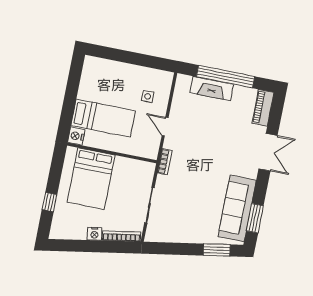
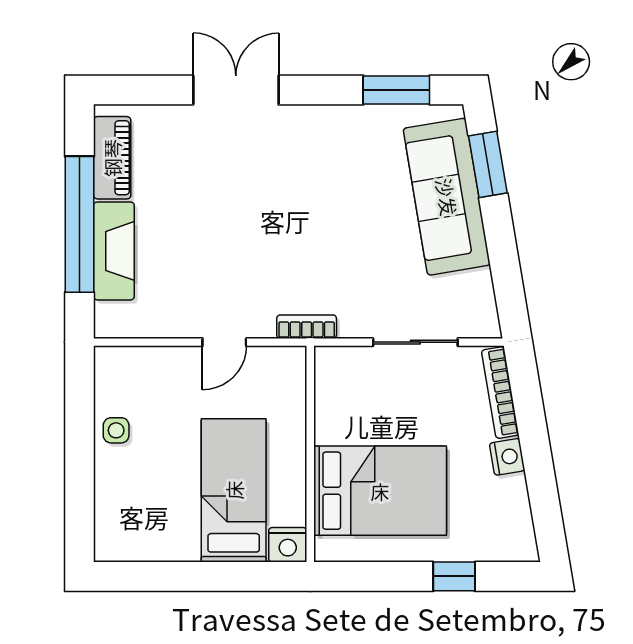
side table: (148, 96) -> (116, 430), moved
piano: (263, 108) -> (112, 158), moved, turned -90
sofa: (237, 208) -> (447, 197), moved, turned 80

